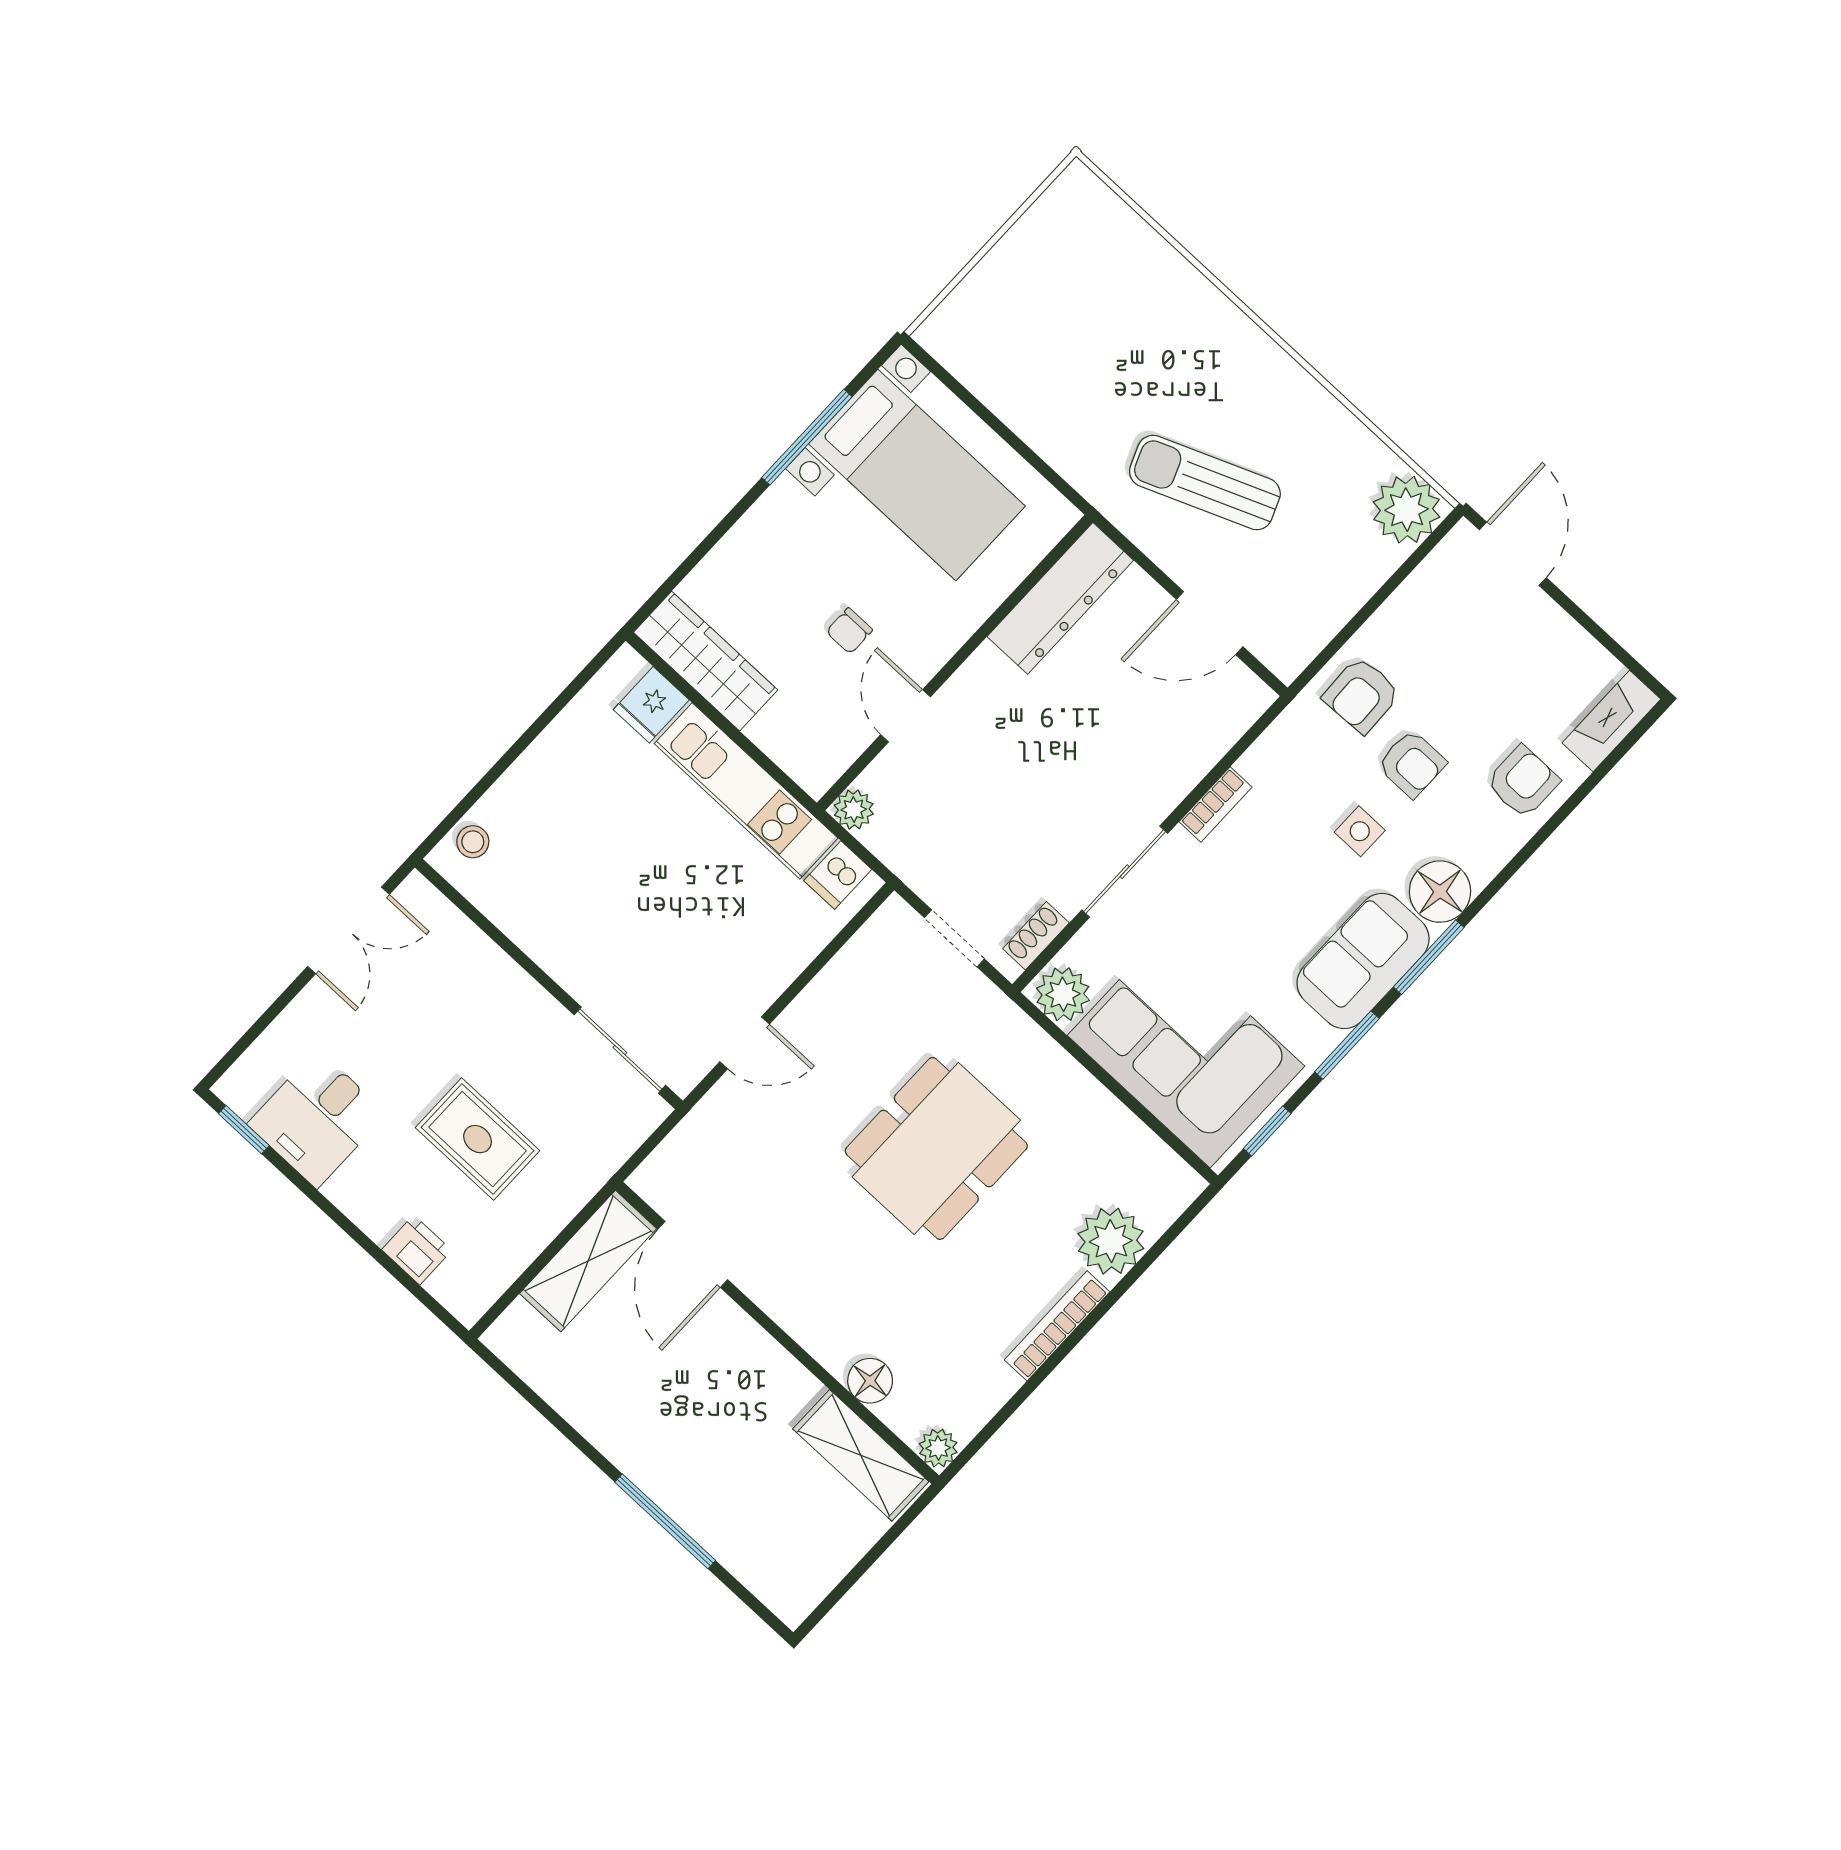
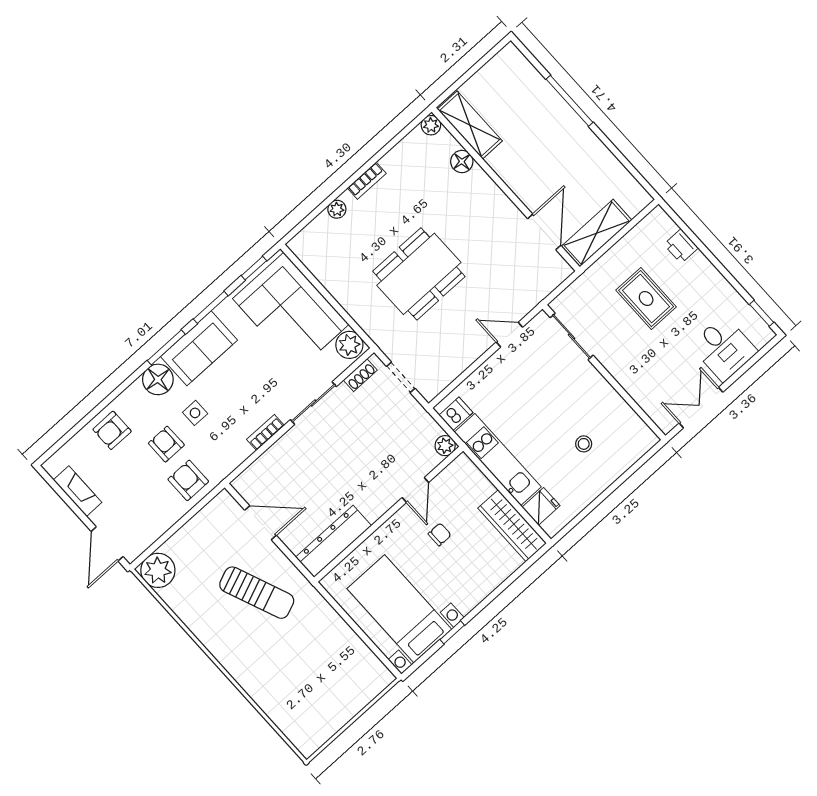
window: (807, 437) -> (452, 632), width x0.46
armchair: (1362, 695) -> (188, 480), turned -88
fireplace: (1611, 721) -> (78, 491), moved, turned -90
stool: (473, 842) -> (584, 444), moved
desk: (317, 1119) -> (724, 348), moved, turned 90
plant: (1111, 1241) -> (337, 209), width x0.53, depth x0.53
bookcase: (1057, 1326) -> (367, 181), width x0.64

